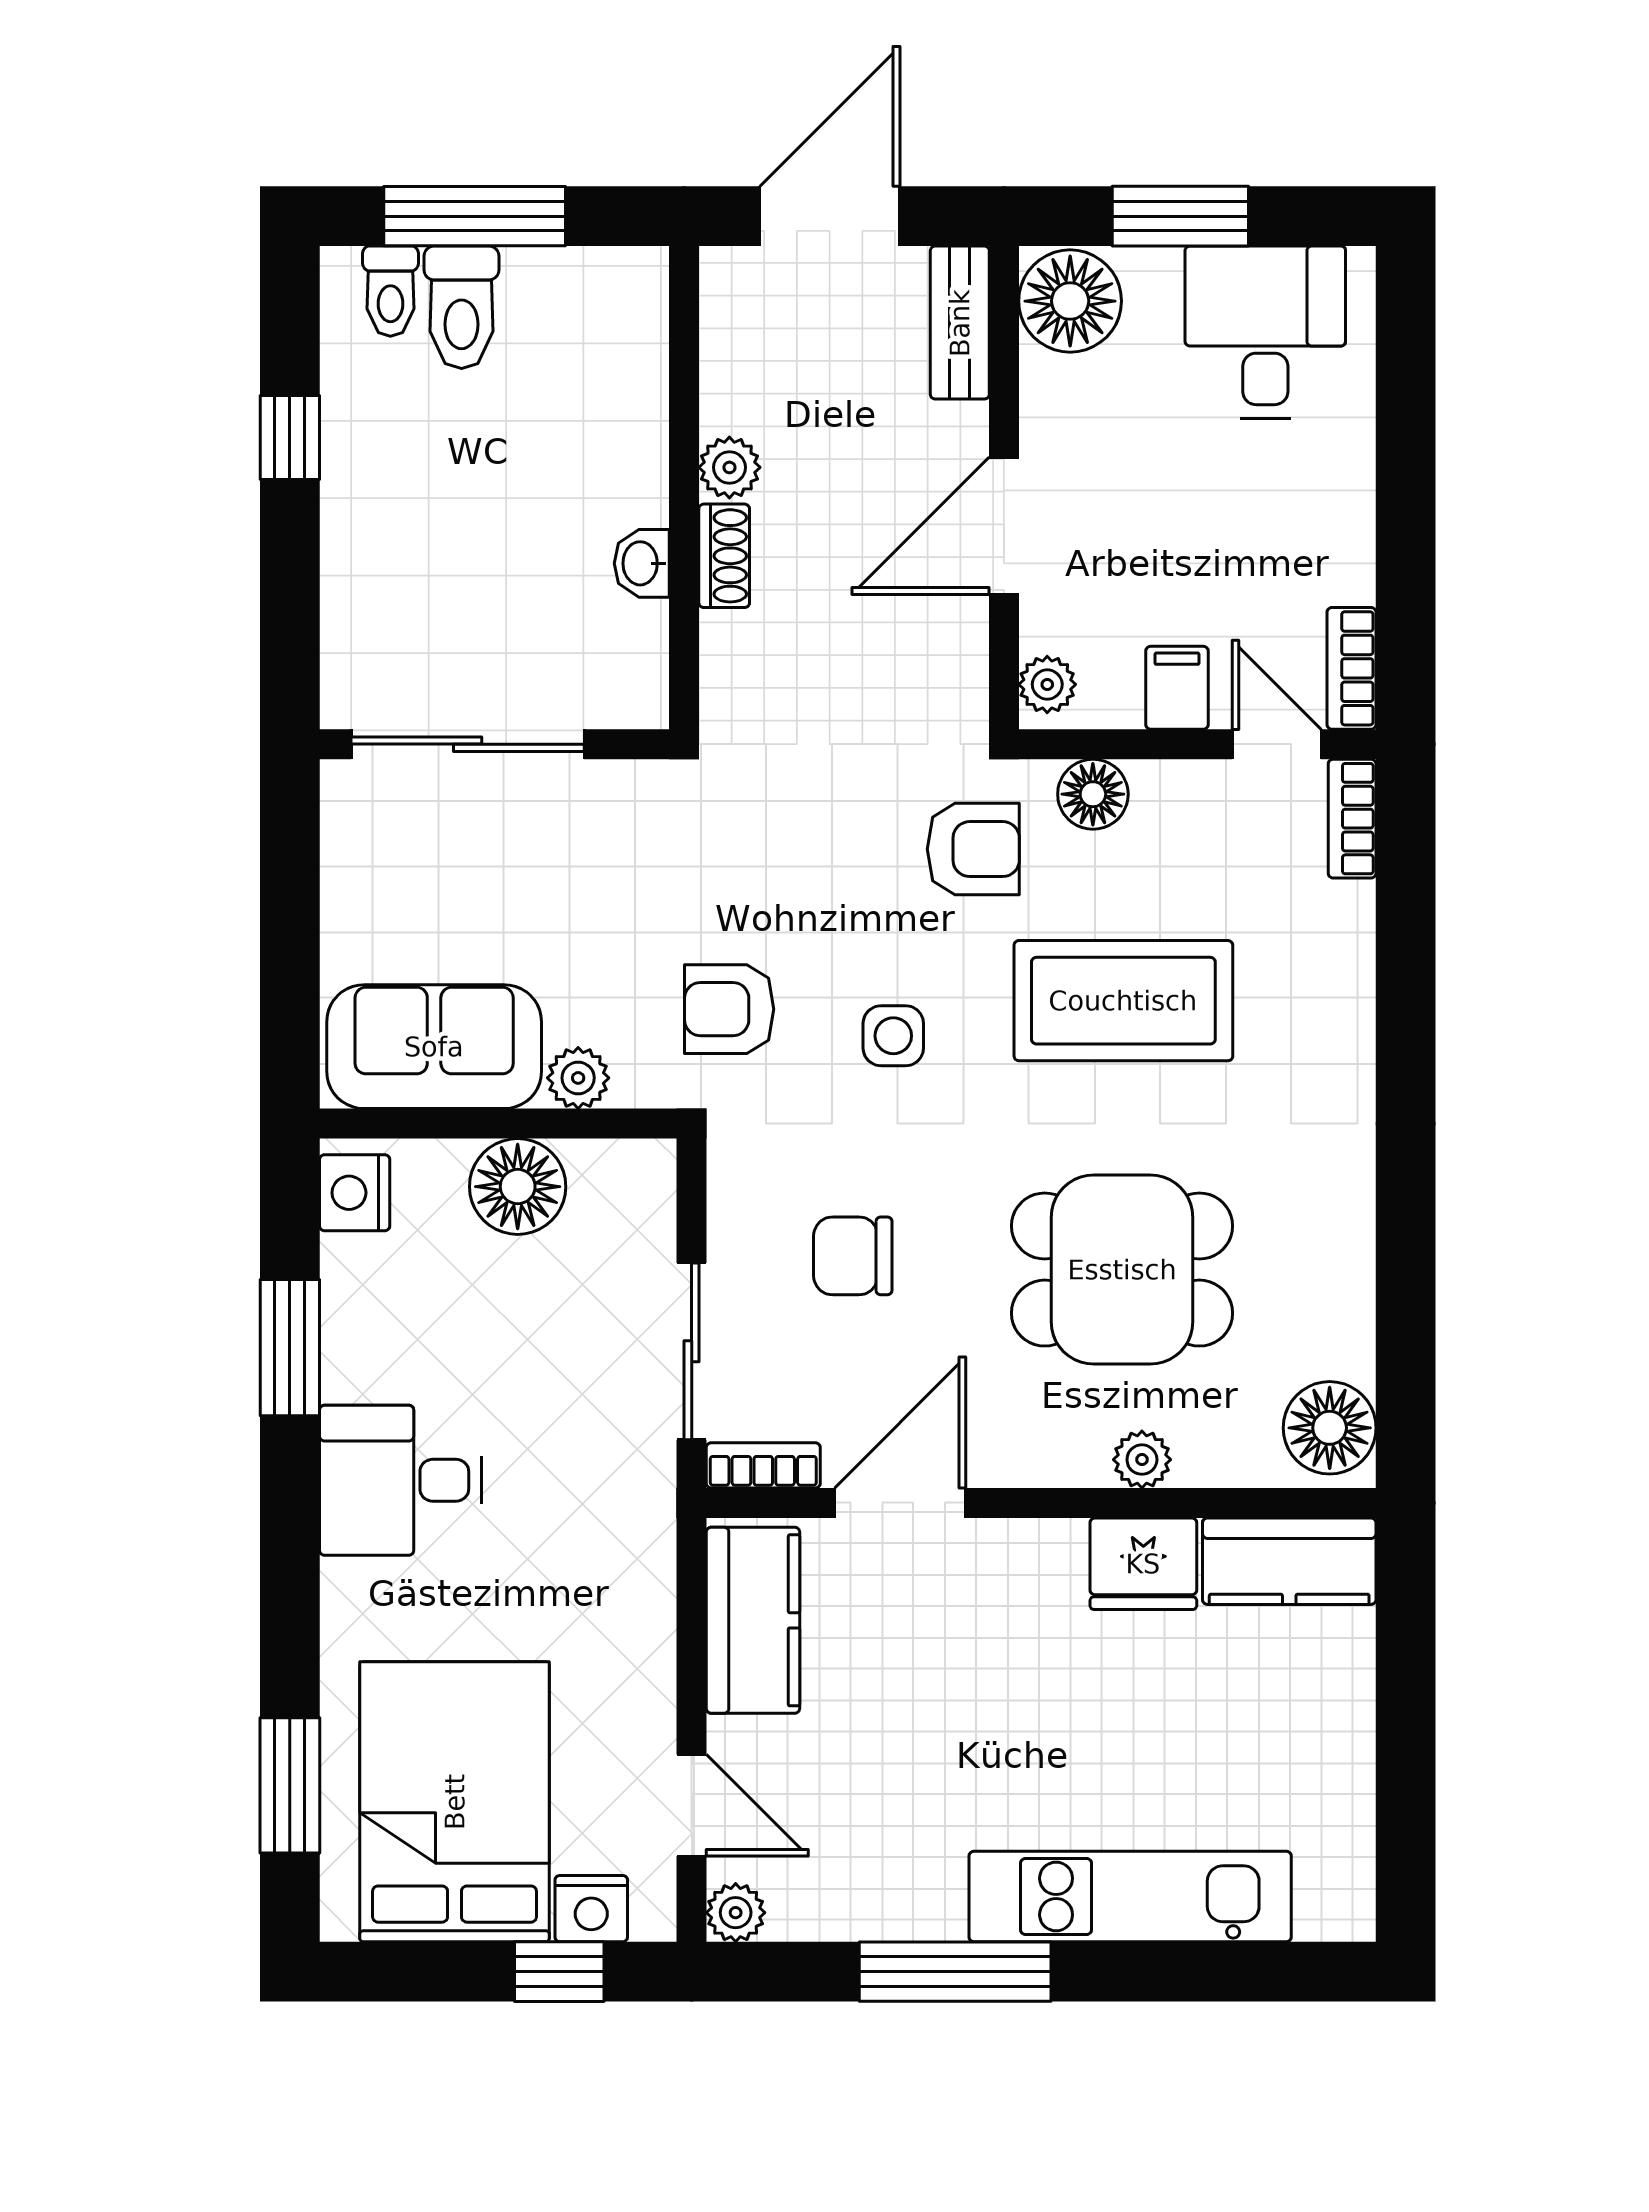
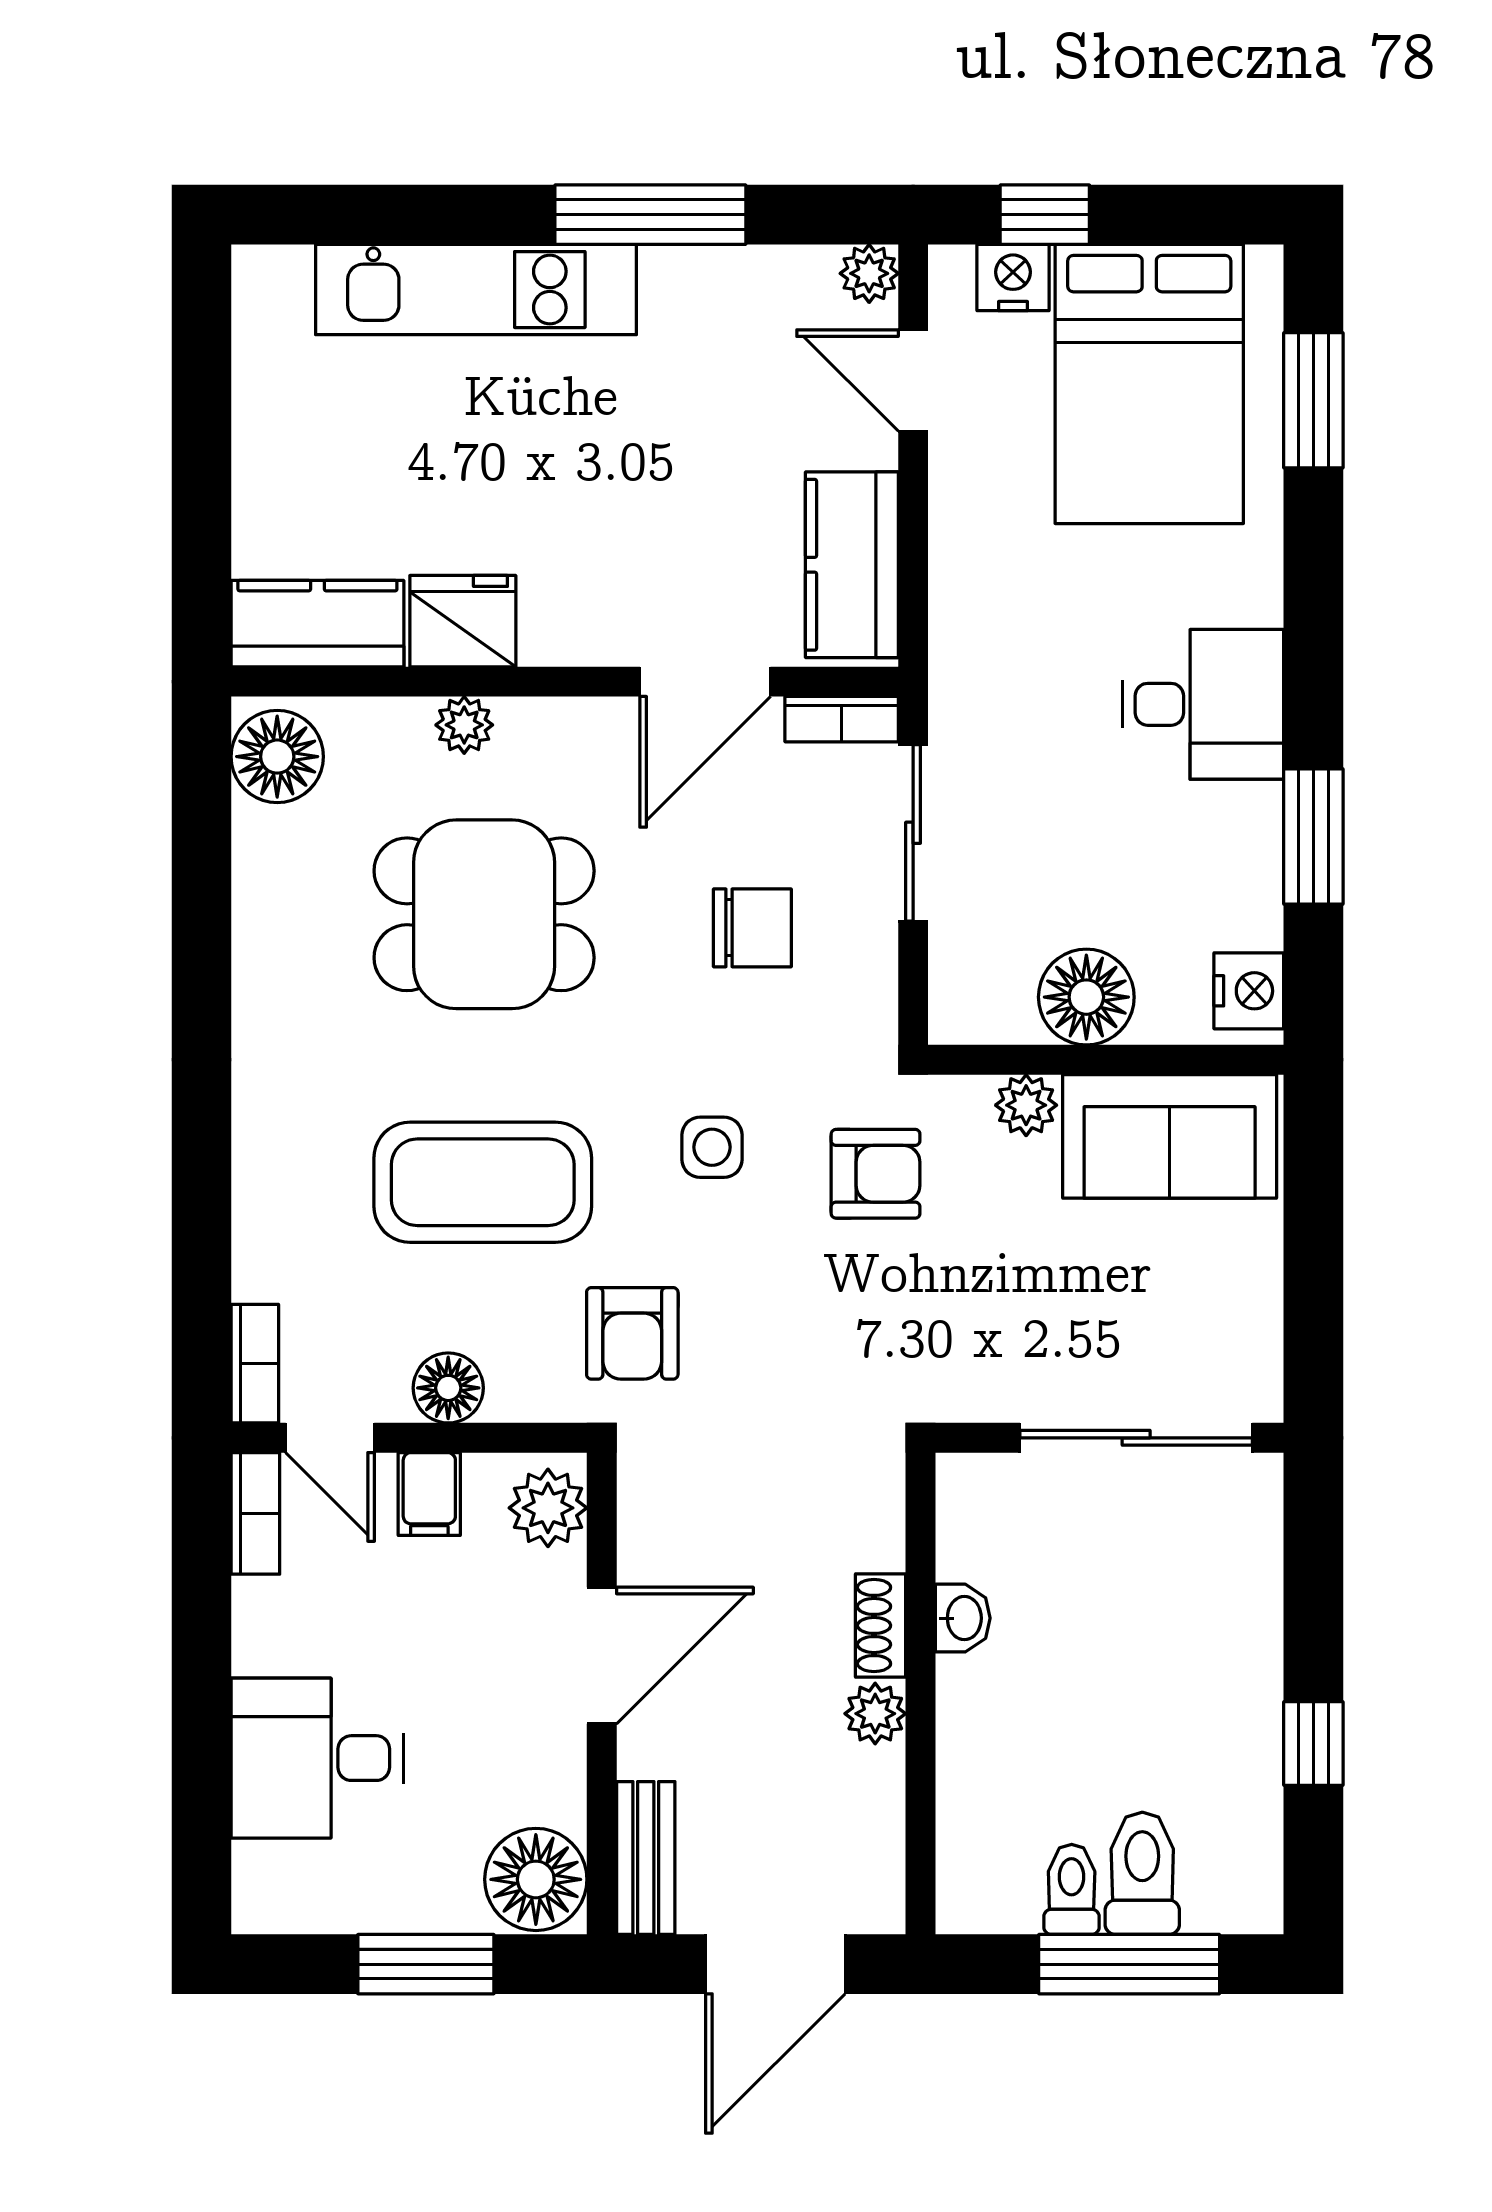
toilet: (390, 291) -> (1072, 1889), moved
desk: (1265, 332) -> (317, 1758), moved, turned 90
plant: (1047, 684) -> (548, 1508), width x1.38, depth x1.38
floor lamp: (1093, 794) -> (448, 1388), moved
armchair: (973, 849) -> (632, 1333), turned -90

